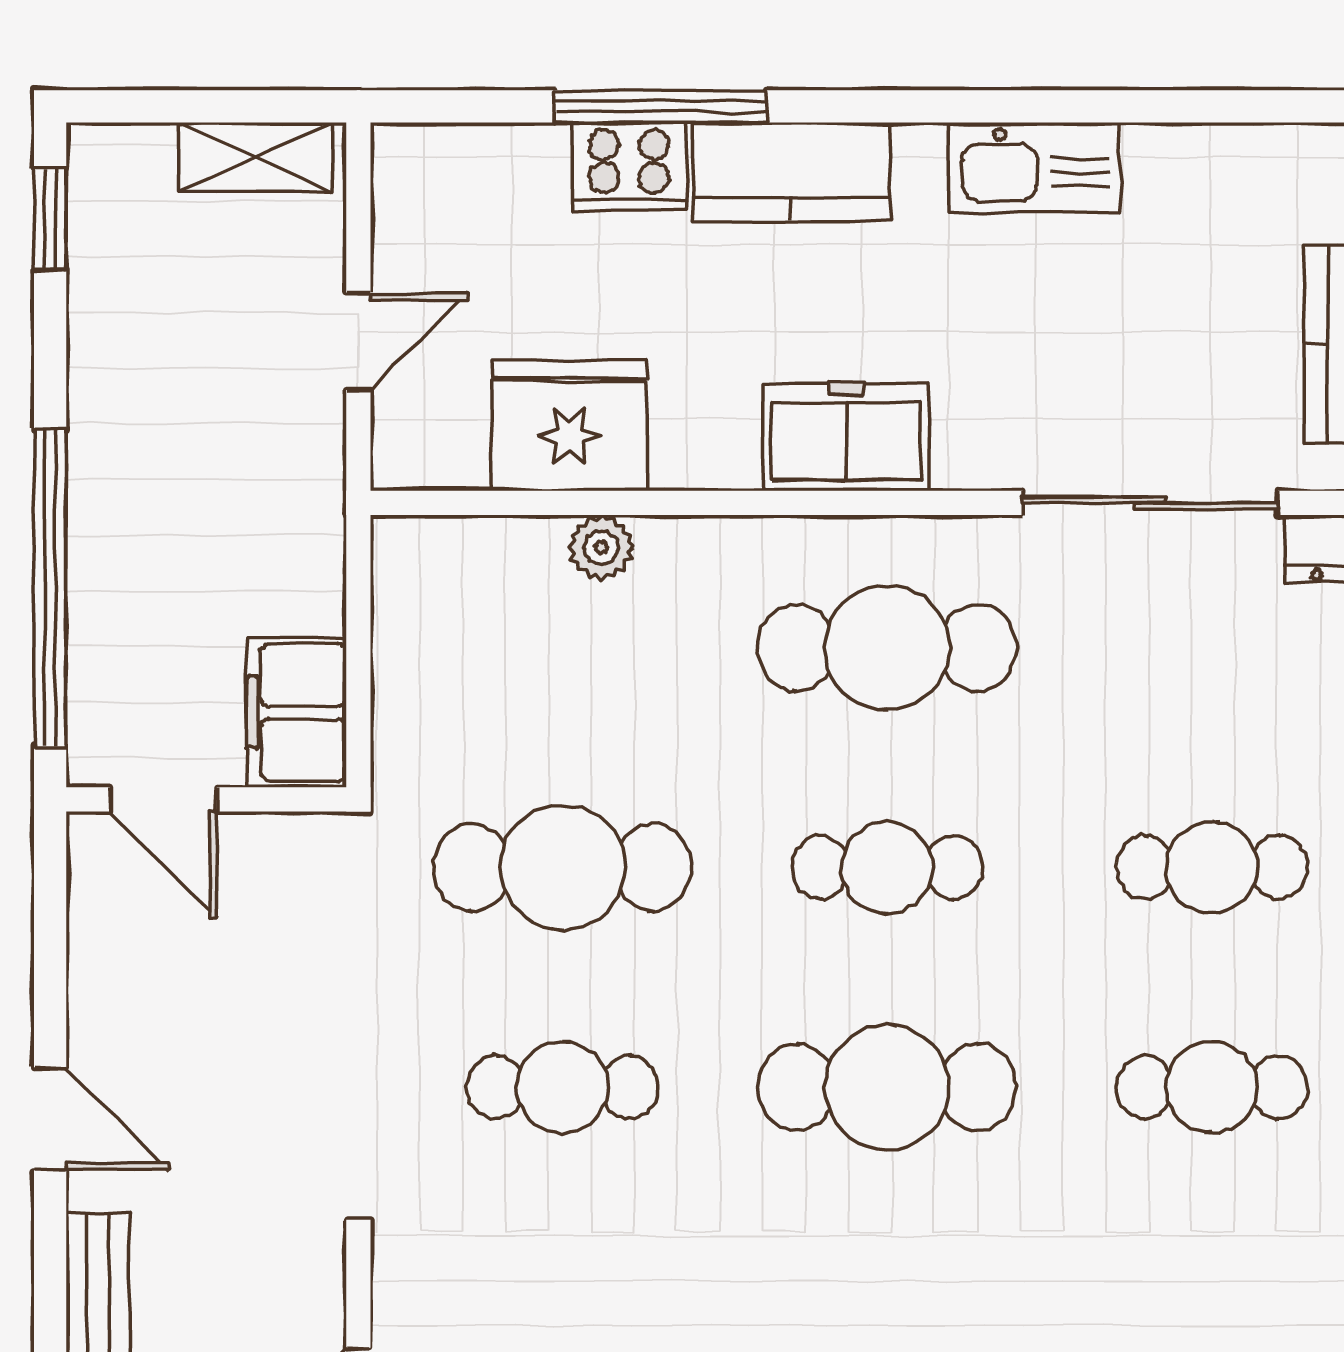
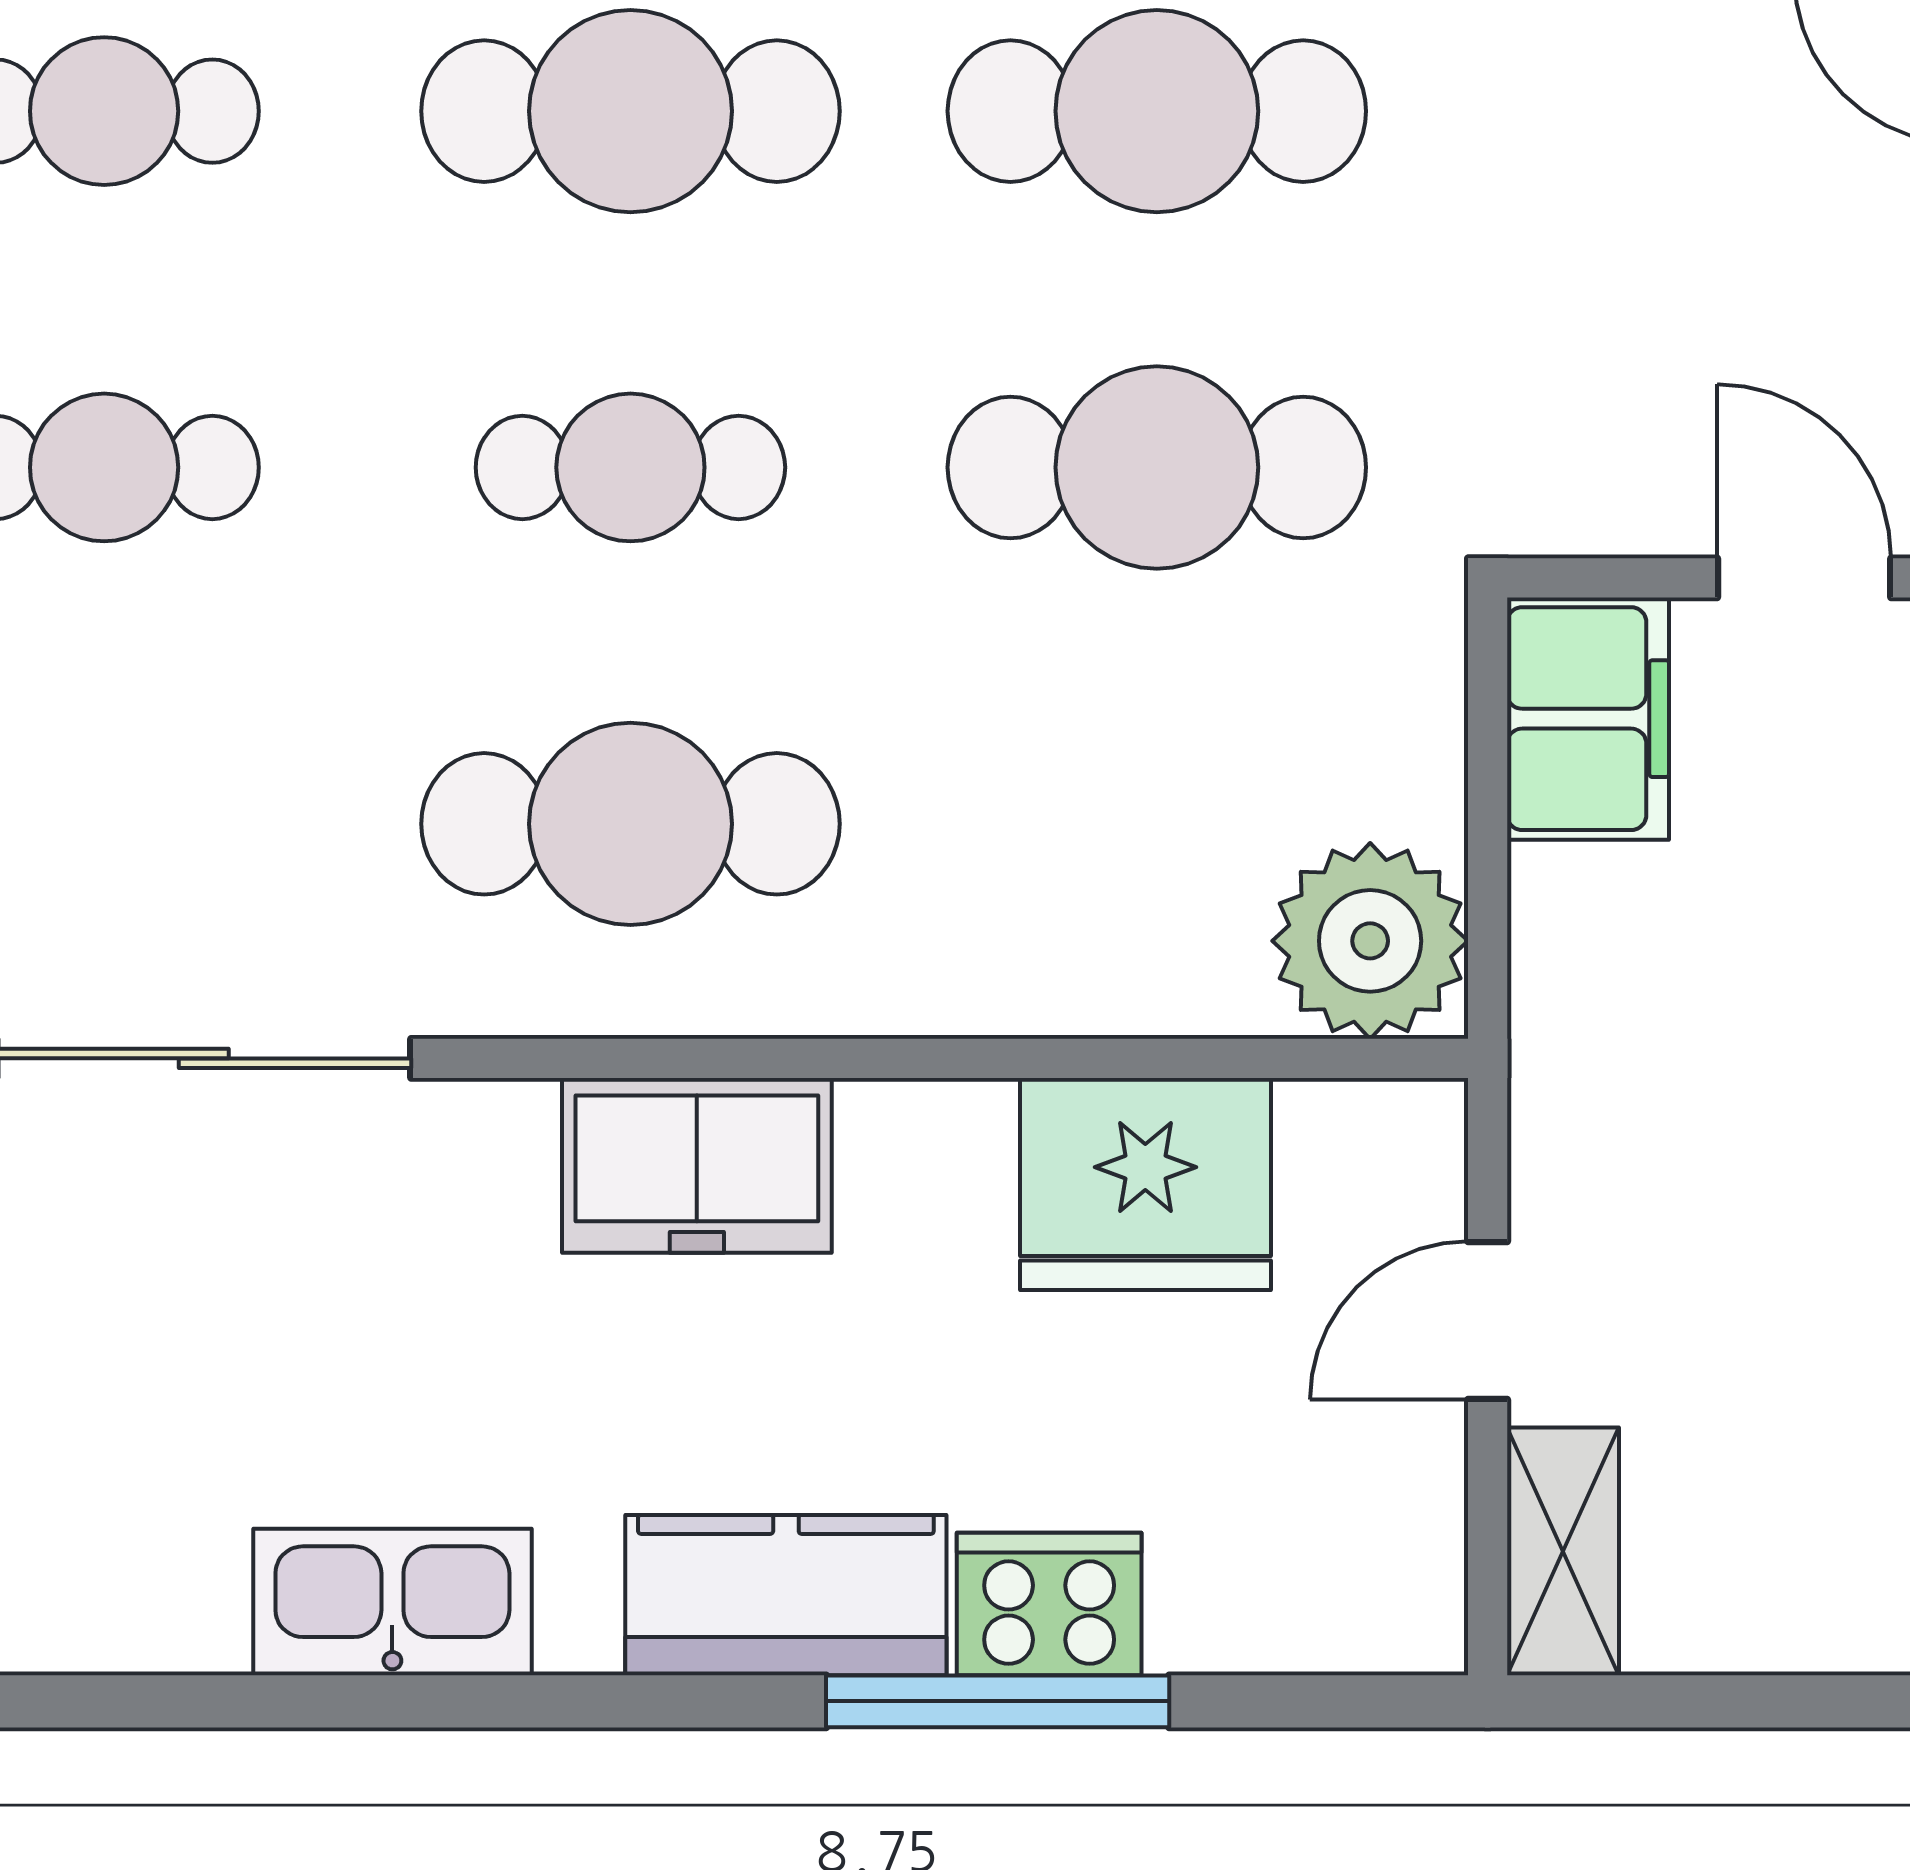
shelving: (256, 157) -> (1563, 1551), moved, turned 90
plant: (601, 547) -> (1370, 941), moved, width x1.88, depth x1.88
cafe table: (562, 1087) -> (1157, 111), width x1.37, depth x1.35

